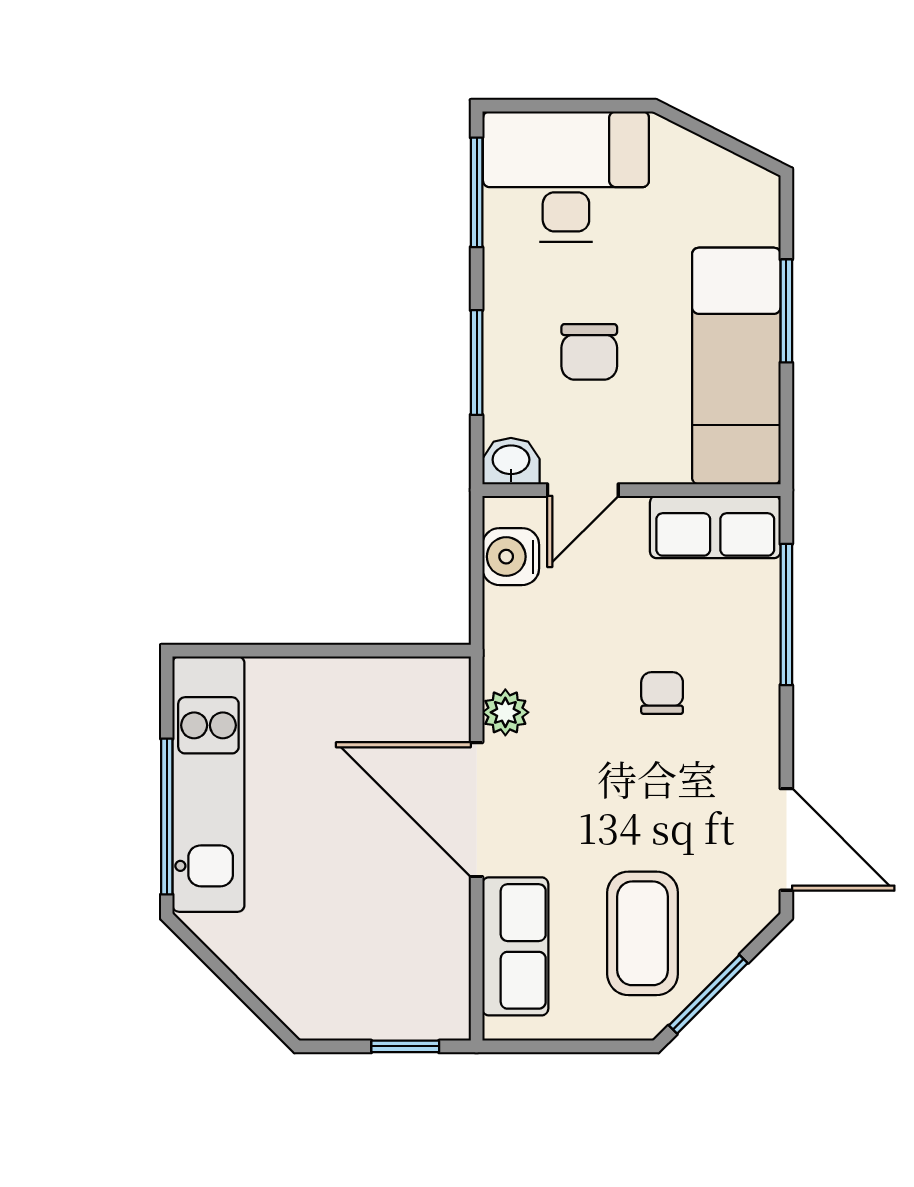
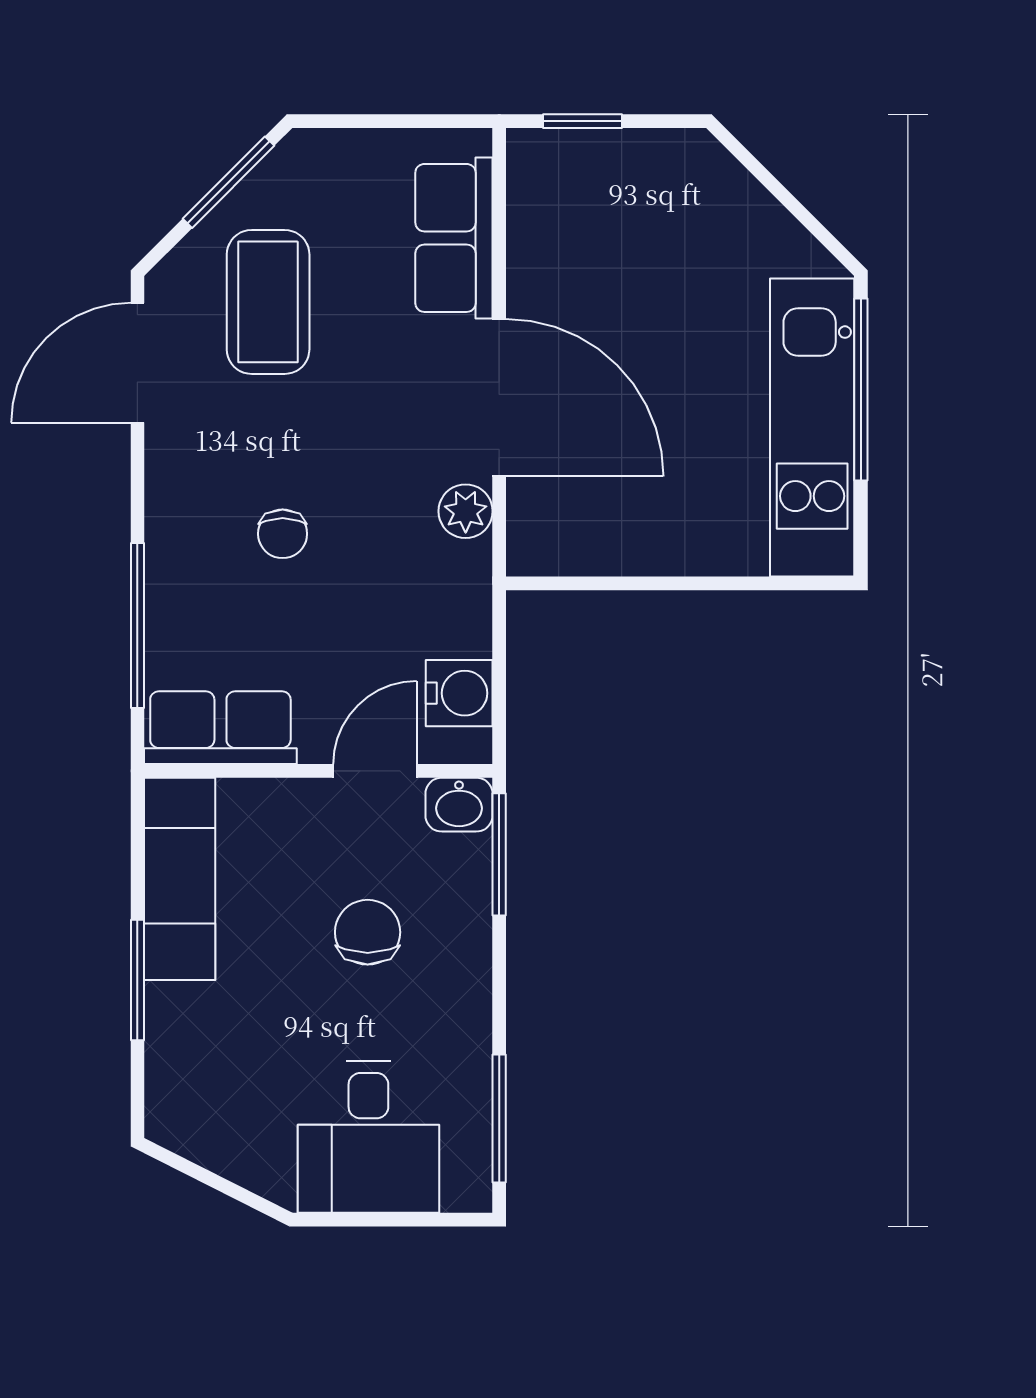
desk: (566, 177) -> (368, 1137), width x0.73
window: (477, 362) -> (499, 854), moved
exam couch: (736, 366) -> (180, 879), width x0.73, depth x0.69
door: (786, 839) -> (137, 363), hinge flipped
coffee table: (643, 933) -> (268, 302), moved

